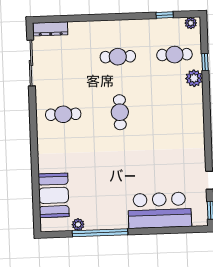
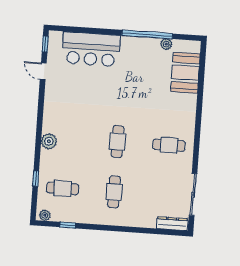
cafe table: (118, 57) -> (114, 192), turned 90
plant: (194, 78) -> (49, 141), moved

